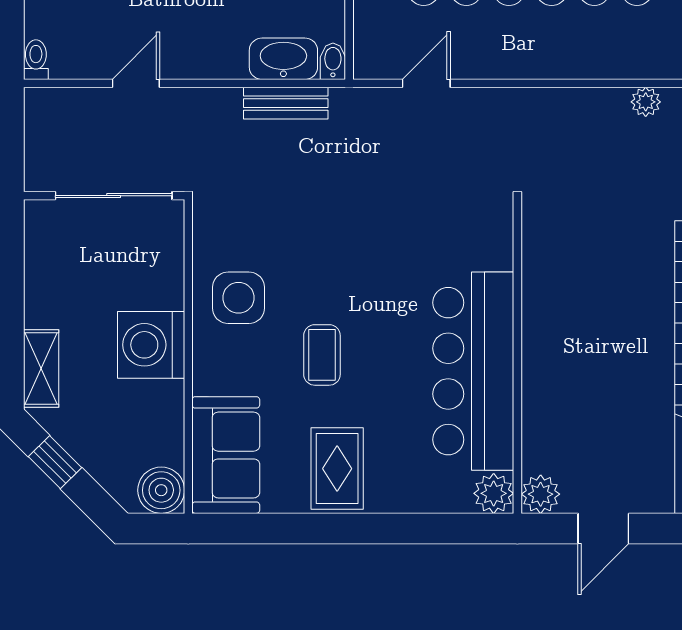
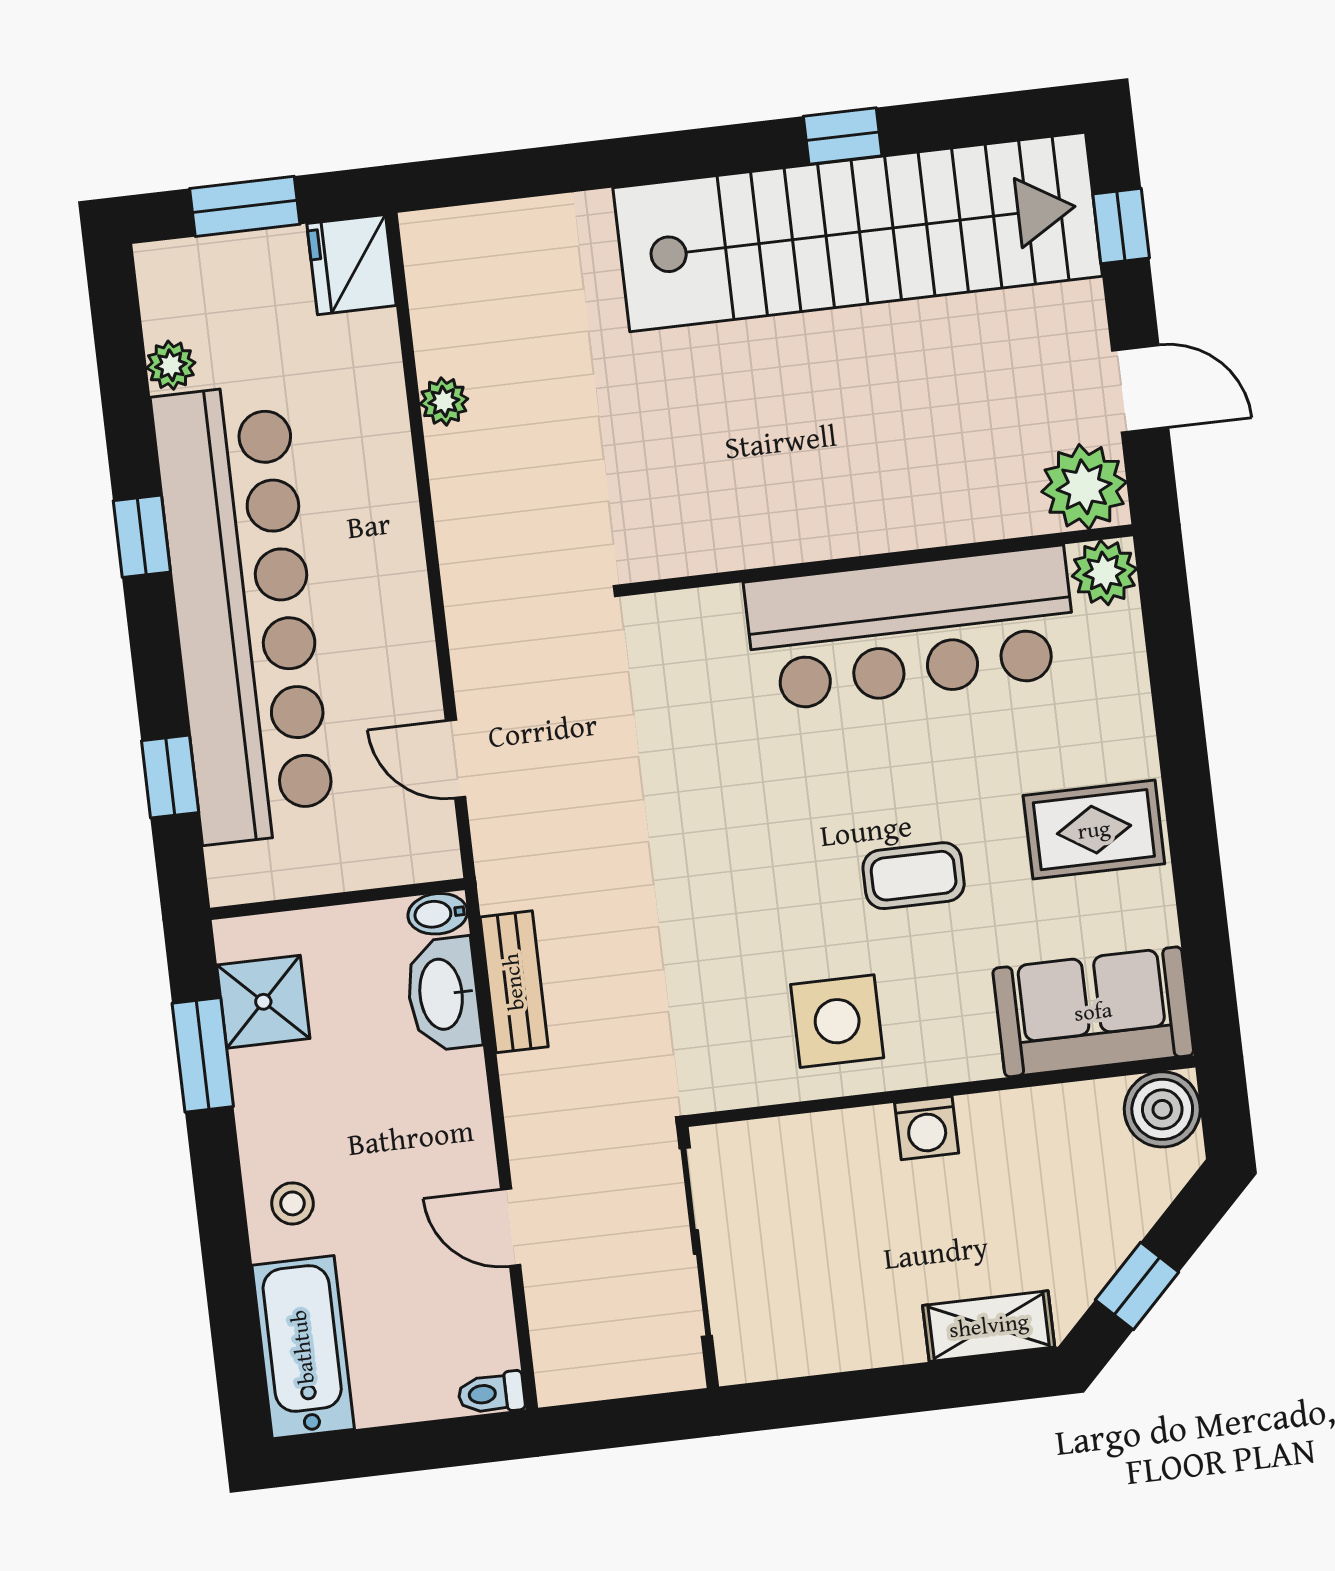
washing machine: (151, 345) -> (927, 1128), width x0.53, depth x0.53
plant: (541, 494) -> (1084, 487), width x1.36, depth x1.36

